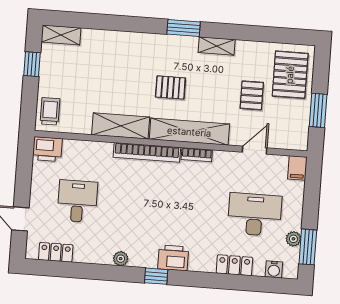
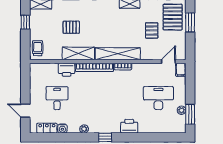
pallet: (170, 87) -> (71, 27), moved
window: (318, 110) -> (190, 22), moved
printer: (47, 149) -> (67, 70), moved
door: (255, 150) -> (168, 61), moved
printer: (173, 258) -> (129, 126), moved
locker: (234, 265) -> (149, 128), removed
water cooler: (274, 269) -> (62, 129), moved

